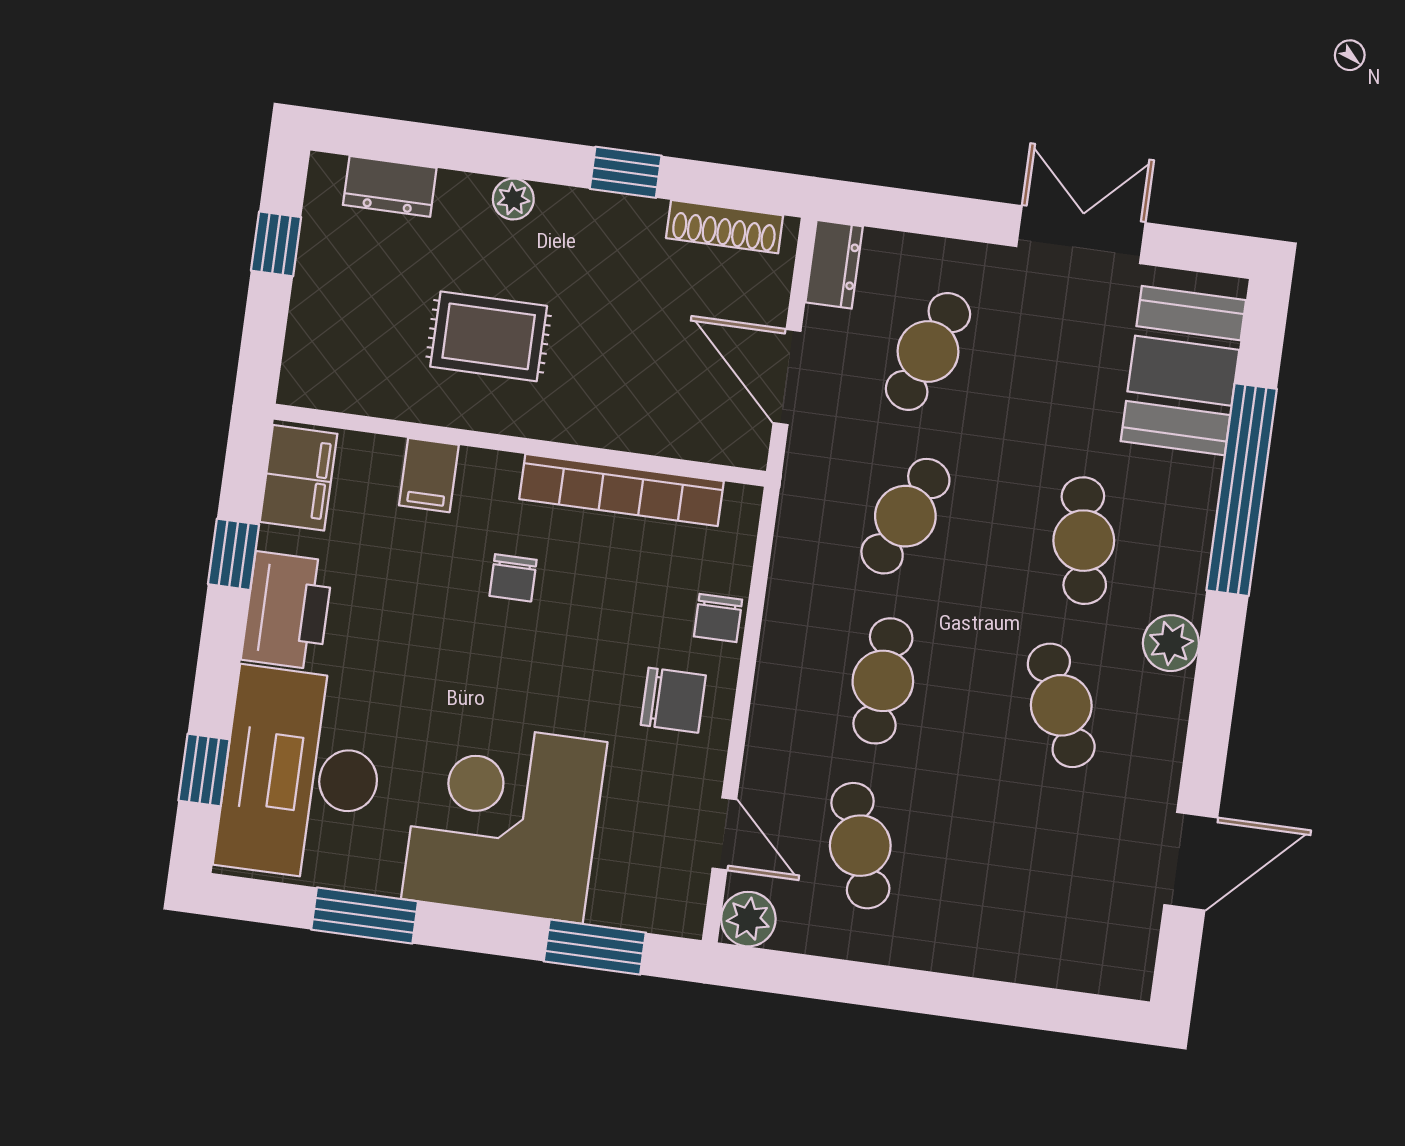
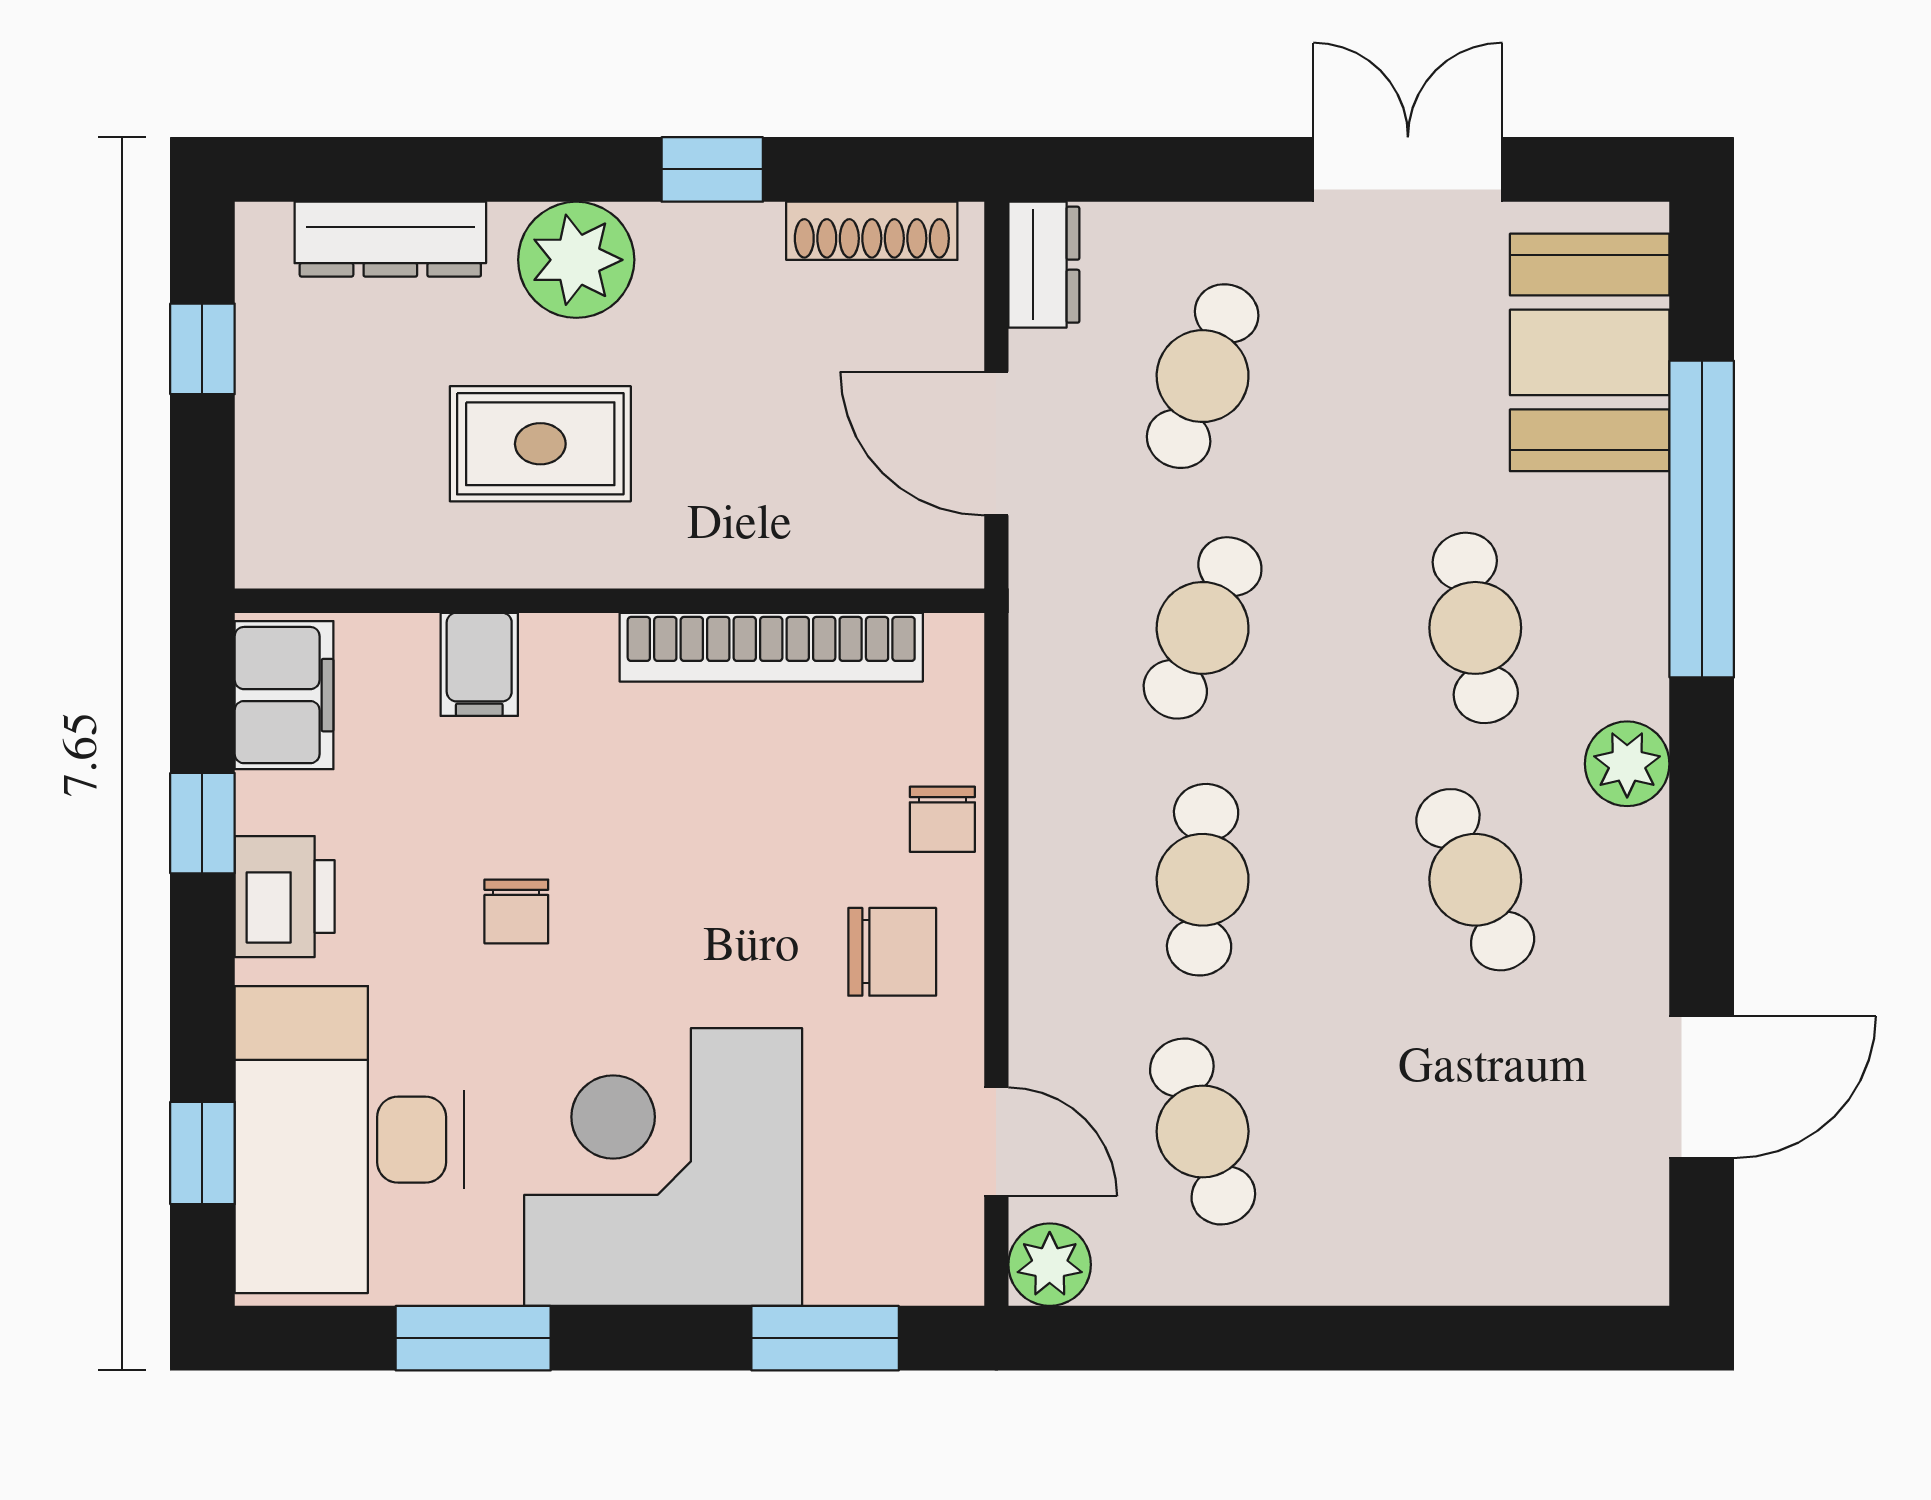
dresser: (390, 186) -> (390, 239), width x1.44
plant: (513, 199) -> (576, 260), width x1.87, depth x1.87
chair: (513, 578) -> (516, 911), moved
printer: (287, 611) -> (285, 897), width x0.73, depth x0.84

